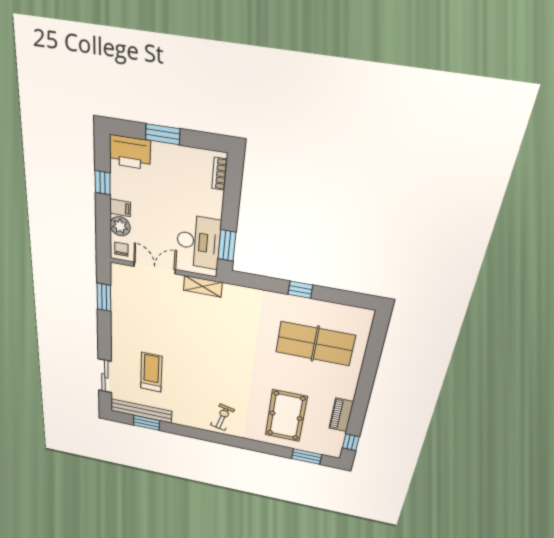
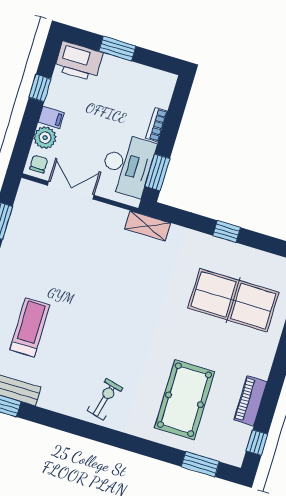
bookcase: (219, 174) -> (157, 125), moved
shelving: (203, 286) -> (148, 226), moved

